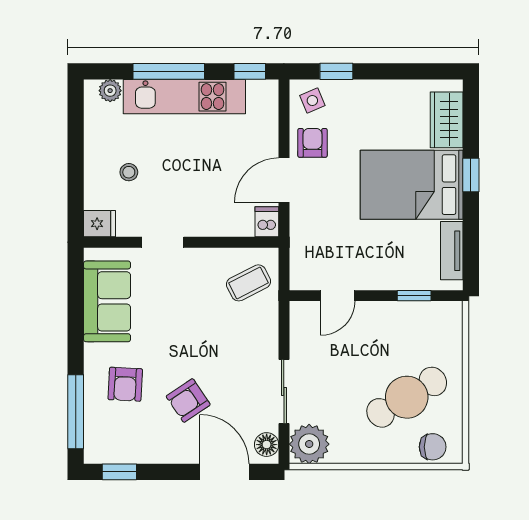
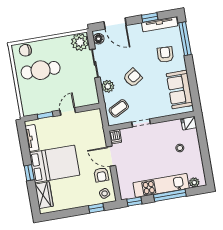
door: (284, 180) -> (111, 156), swing flipped
doorway: (163, 242) -> (141, 123), moved
door: (338, 296) -> (68, 111), moved
plant: (264, 336) -> (108, 86), added
cafe table: (407, 397) -> (41, 70), turned 31
armchair: (188, 400) -> (133, 78), moved
tv unit: (126, 453) -> (160, 24), added
window: (119, 472) -> (150, 17), moved

